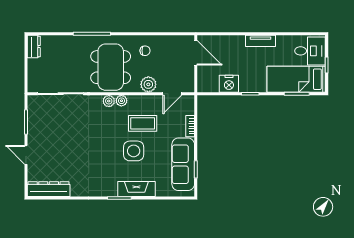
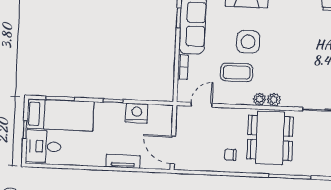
tv unit: (260, 41) -> (123, 161), moved
plant: (148, 84) -> (228, 116), removed

